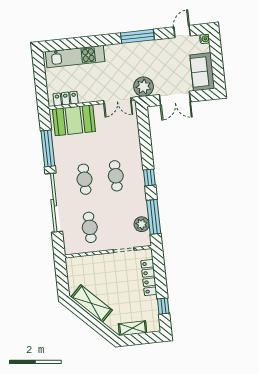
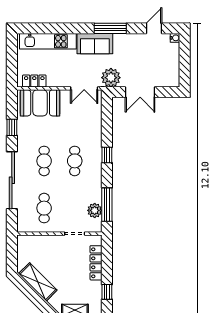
sofa: (202, 72) -> (95, 44), moved, turned -90
window: (48, 148) -> (12, 127), width x0.46
window: (149, 177) -> (107, 155), moved

